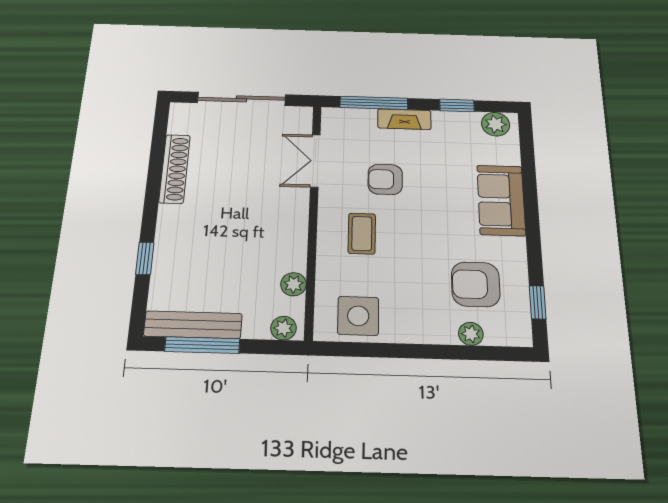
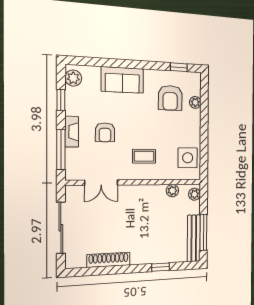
armchair: (385, 179) -> (105, 132), moved

